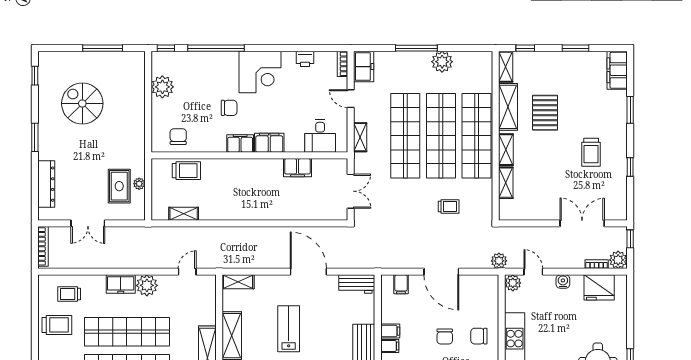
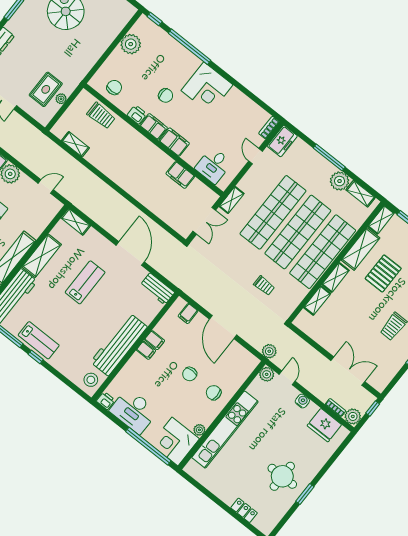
shelving: (469, 58) -> (361, 194), added
printer: (305, 59) -> (137, 115), moved, turned 180
shelving: (360, 137) -> (232, 200), moved

